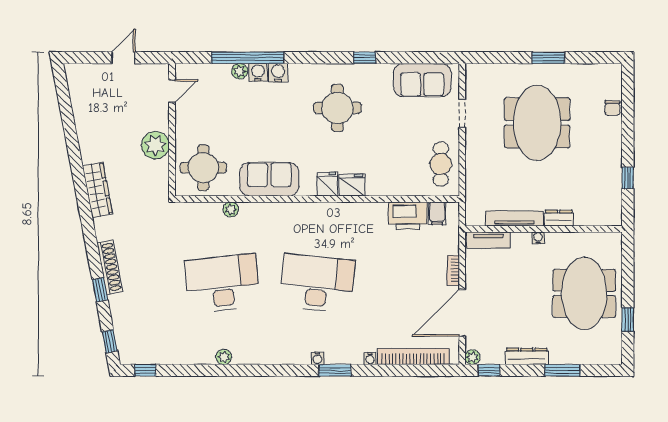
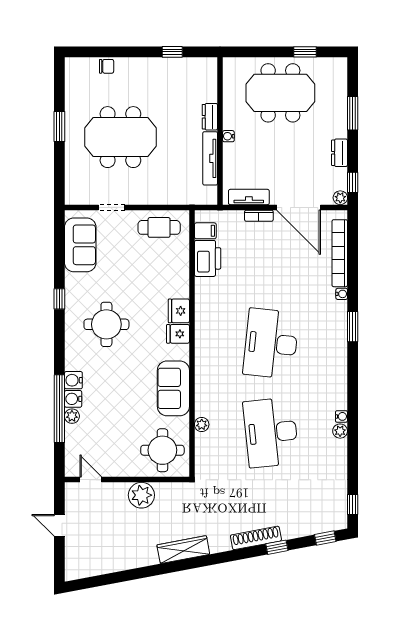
tv unit: (488, 240) -> (249, 197), moved, turned -90
dresser: (527, 356) -> (340, 153), width x0.70
water cooler: (317, 358) -> (341, 416), moved

